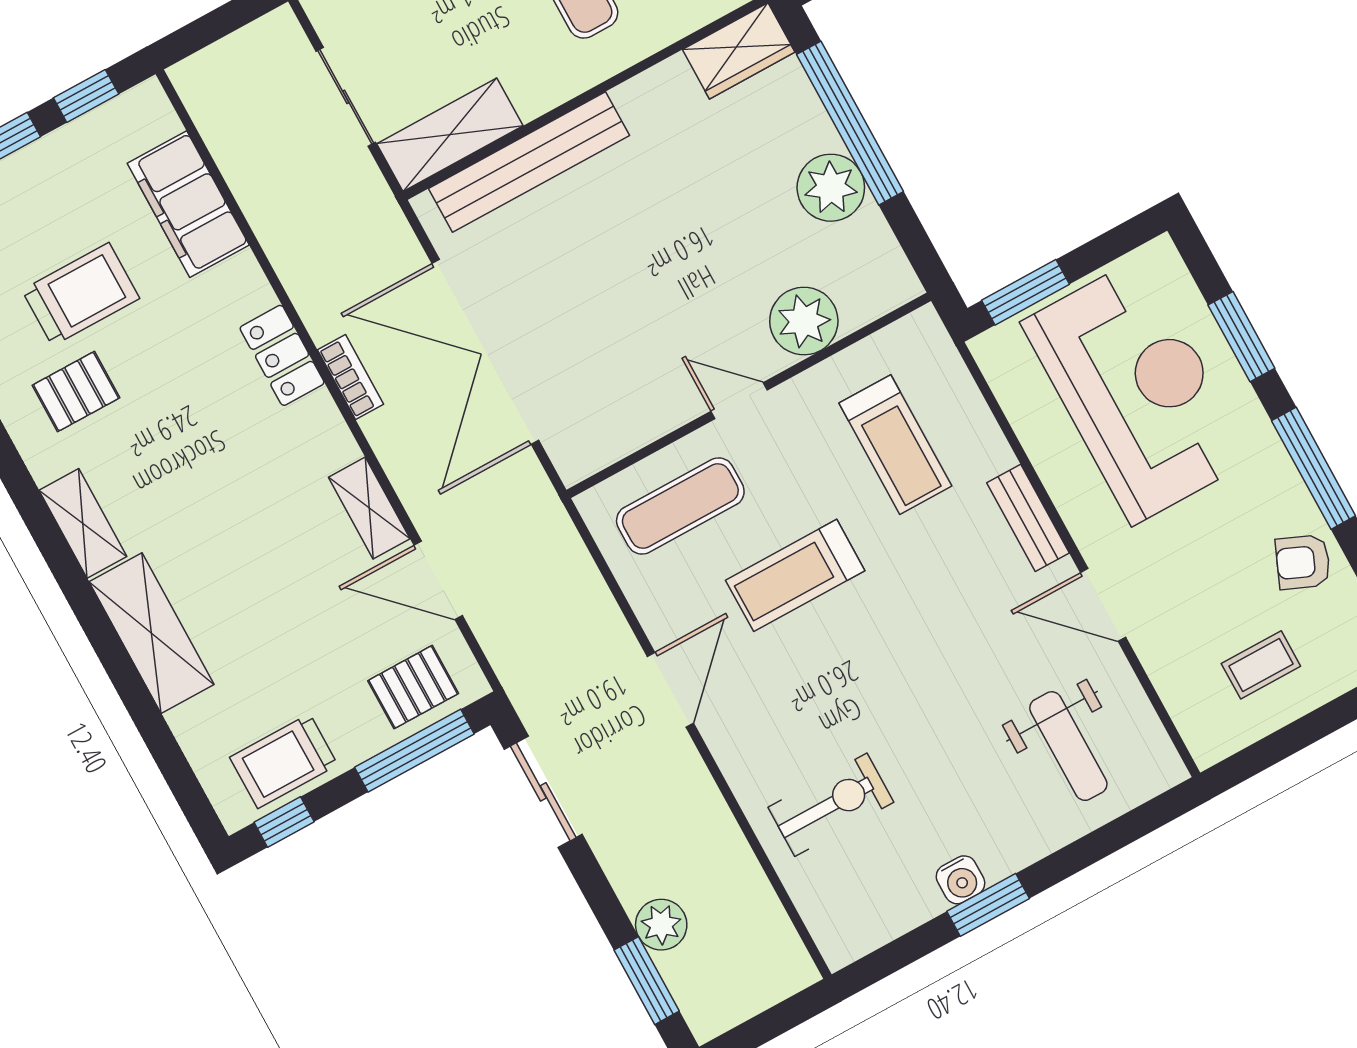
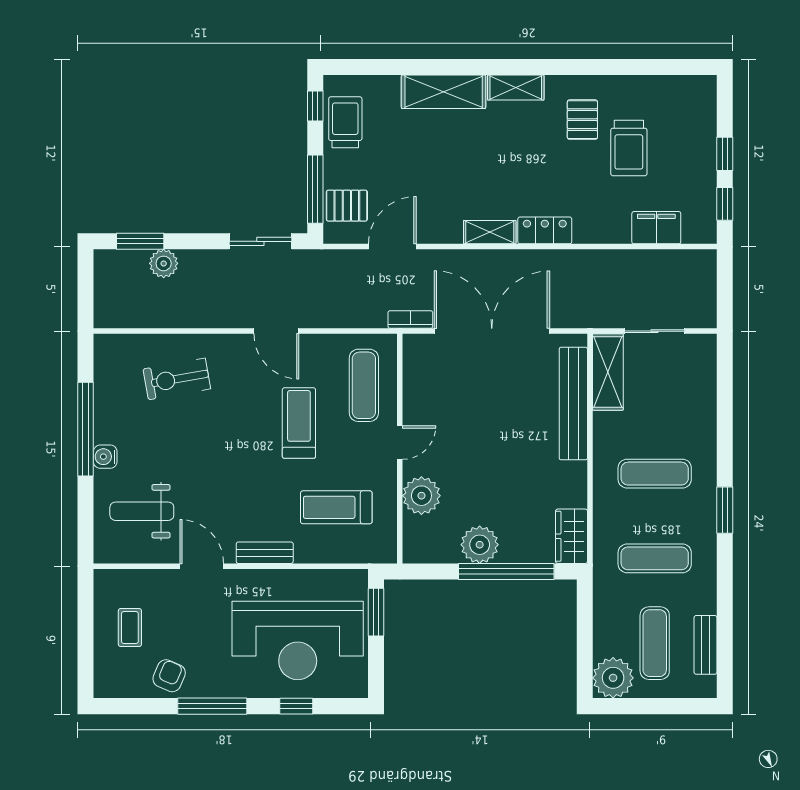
filing cabinet: (188, 204) -> (656, 228), width x0.67, depth x0.86
window: (1241, 337) -> (296, 706), width x0.67
bookcase: (350, 377) -> (410, 320), moved, turned 180
shelving: (369, 508) -> (490, 232), moved
door: (1103, 605) -> (202, 566), hinge flipped
pallet: (413, 687) -> (347, 206), turned 90
exercise bike: (831, 805) -> (177, 379), turned 80
water cooler: (961, 880) -> (105, 457), moved
window: (988, 905) -> (85, 429), width x2.11

